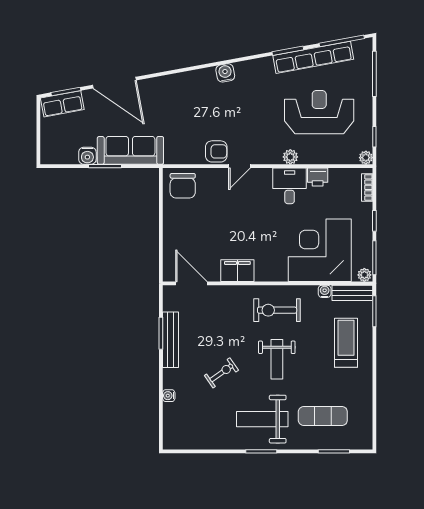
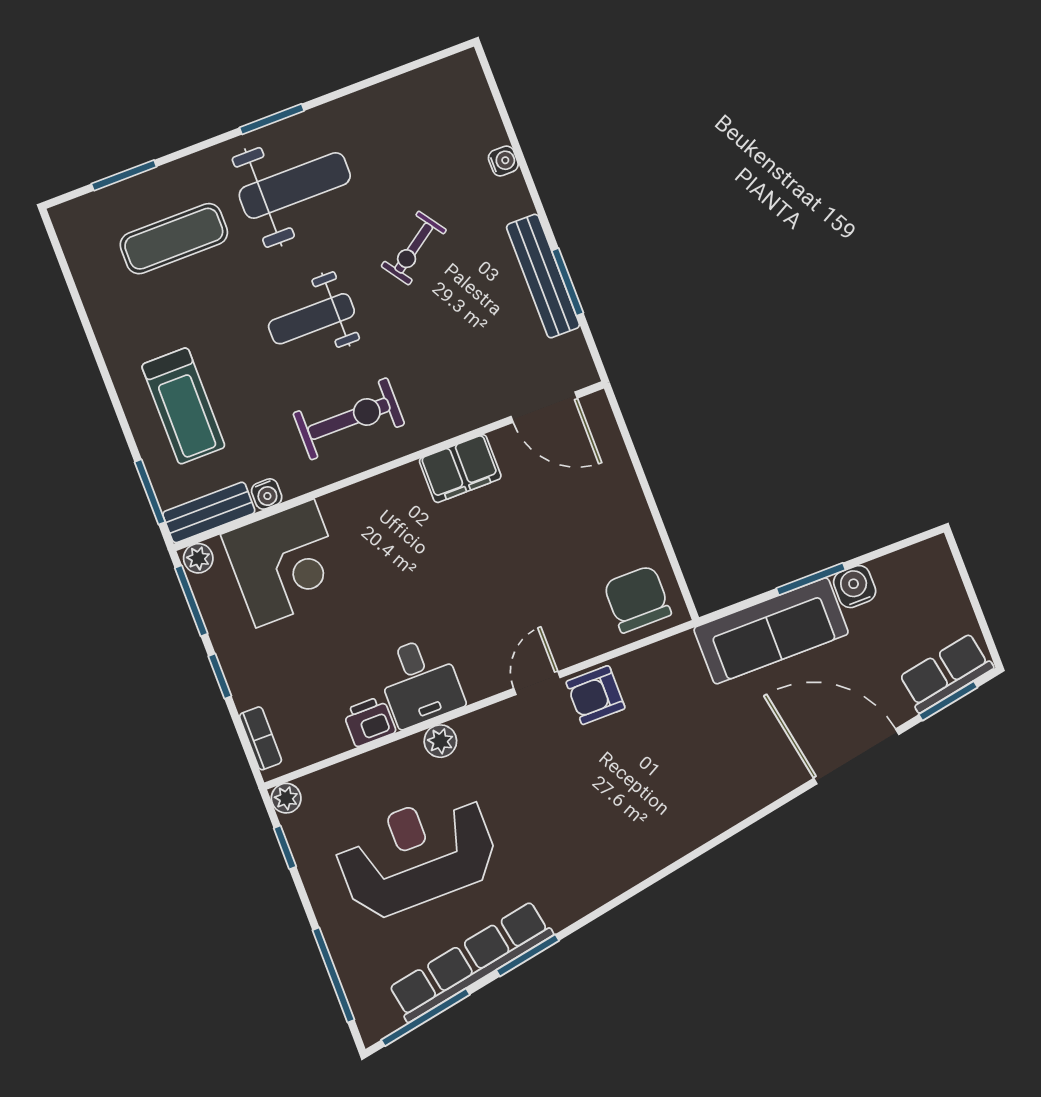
water cooler: (225, 73) -> (638, 862), removed
reception desk: (319, 112) -> (416, 855), turned 180
corner desk: (320, 250) -> (285, 563), width x0.74, depth x0.74
weight bench: (277, 359) -> (311, 319), turned -90

